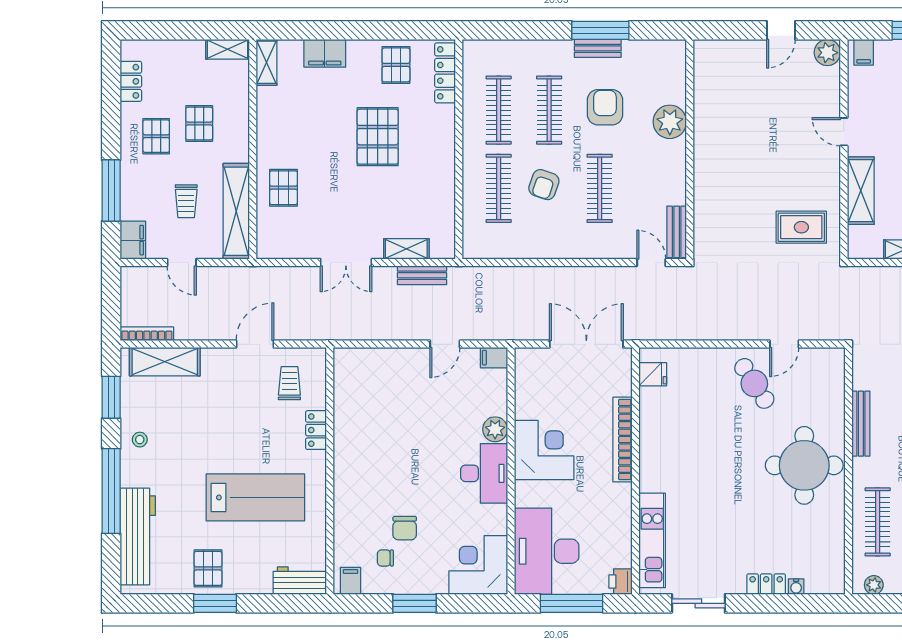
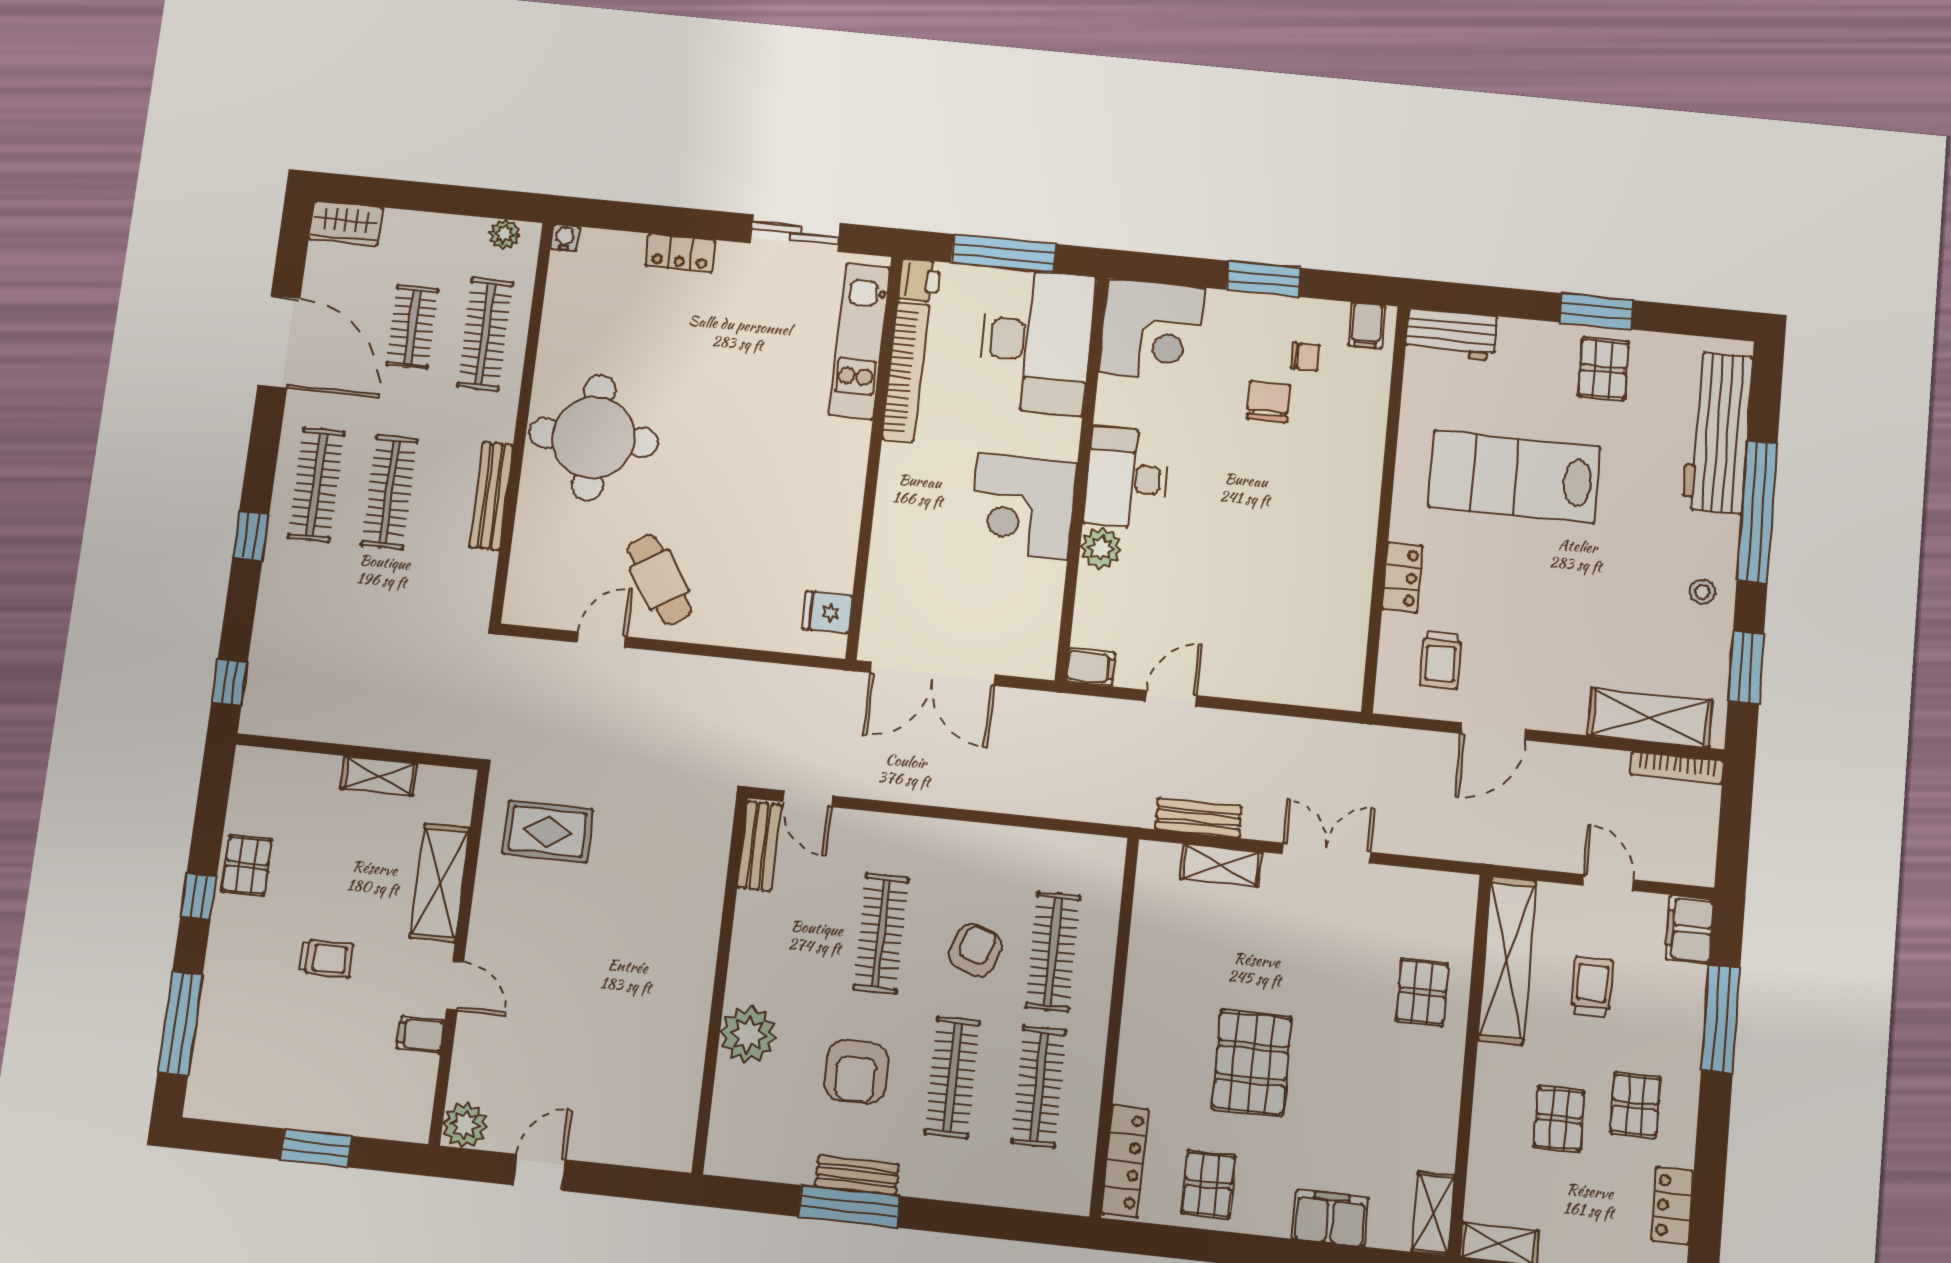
filing cabinet: (864, 52) -> (421, 1035), moved, turned -90
bookcase: (622, 440) -> (906, 372), moved
water cooler: (796, 587) -> (565, 238), moved

